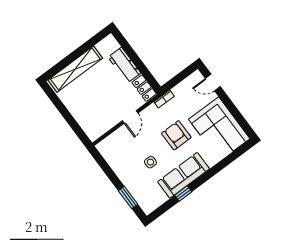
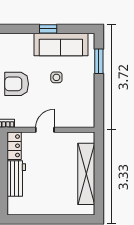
shelving: (75, 69) -> (86, 174), moved, turned 90
armchair: (176, 135) -> (17, 84), turned 90
sofa: (183, 175) -> (61, 44), moved

